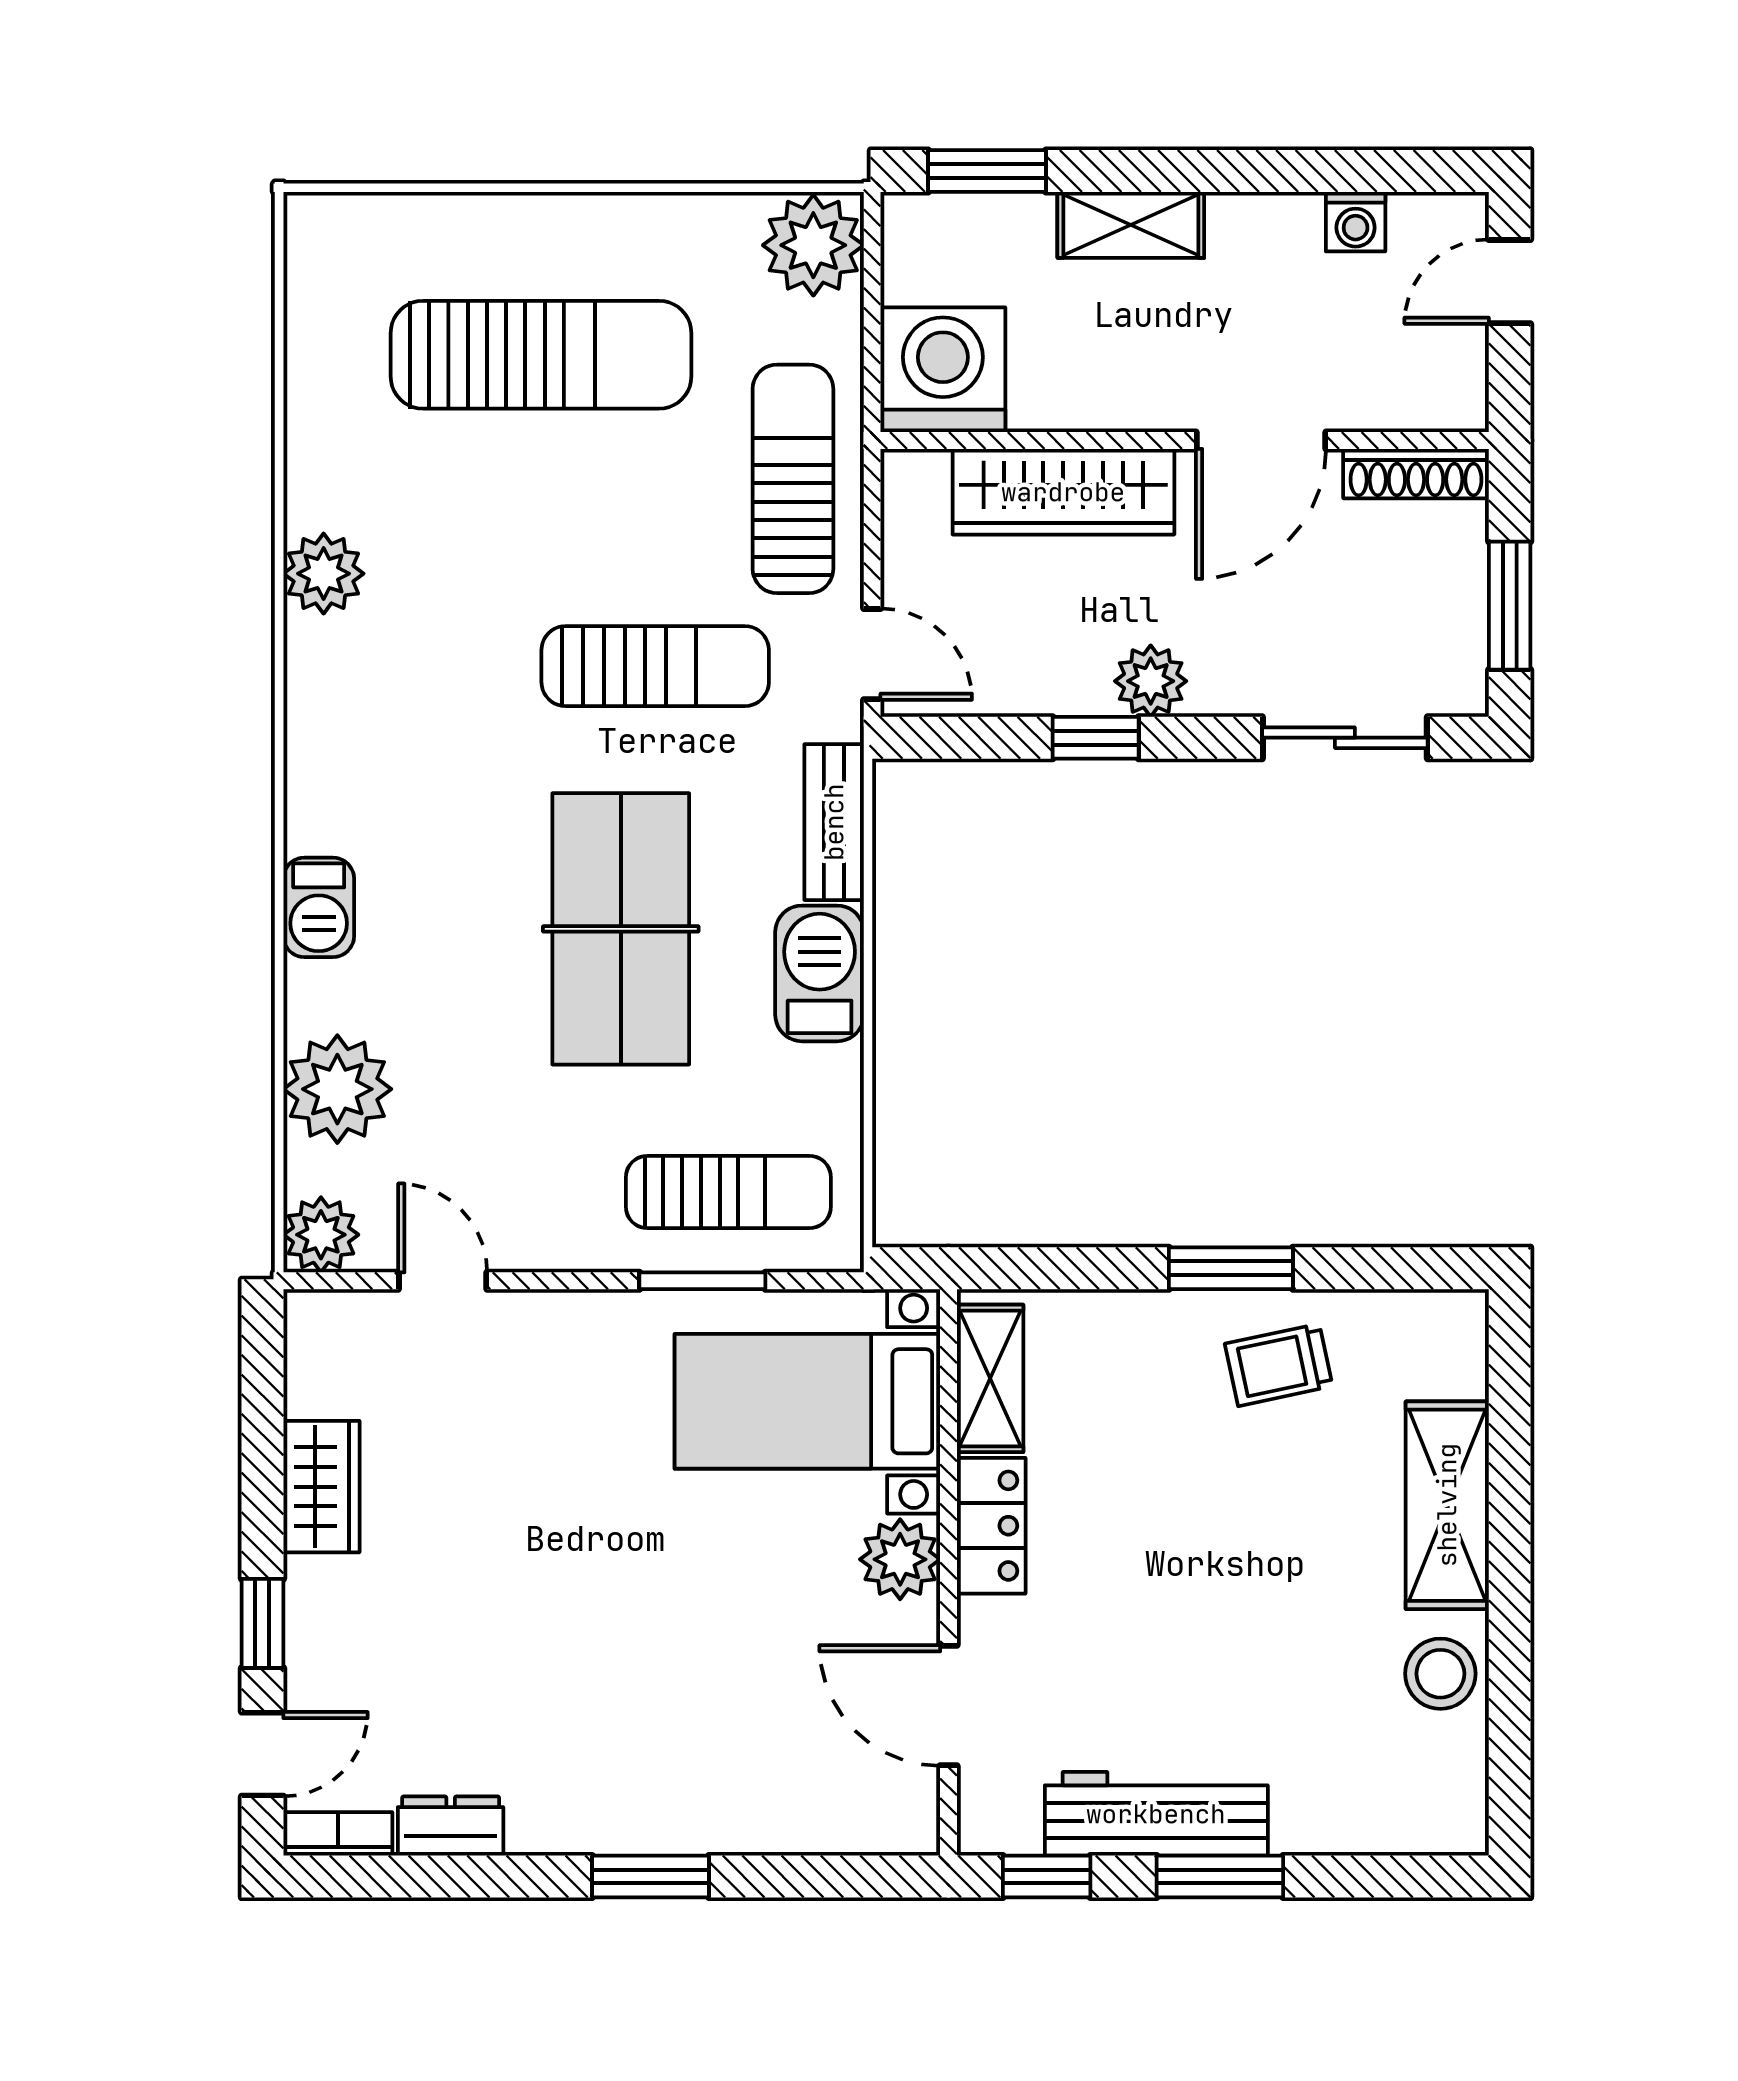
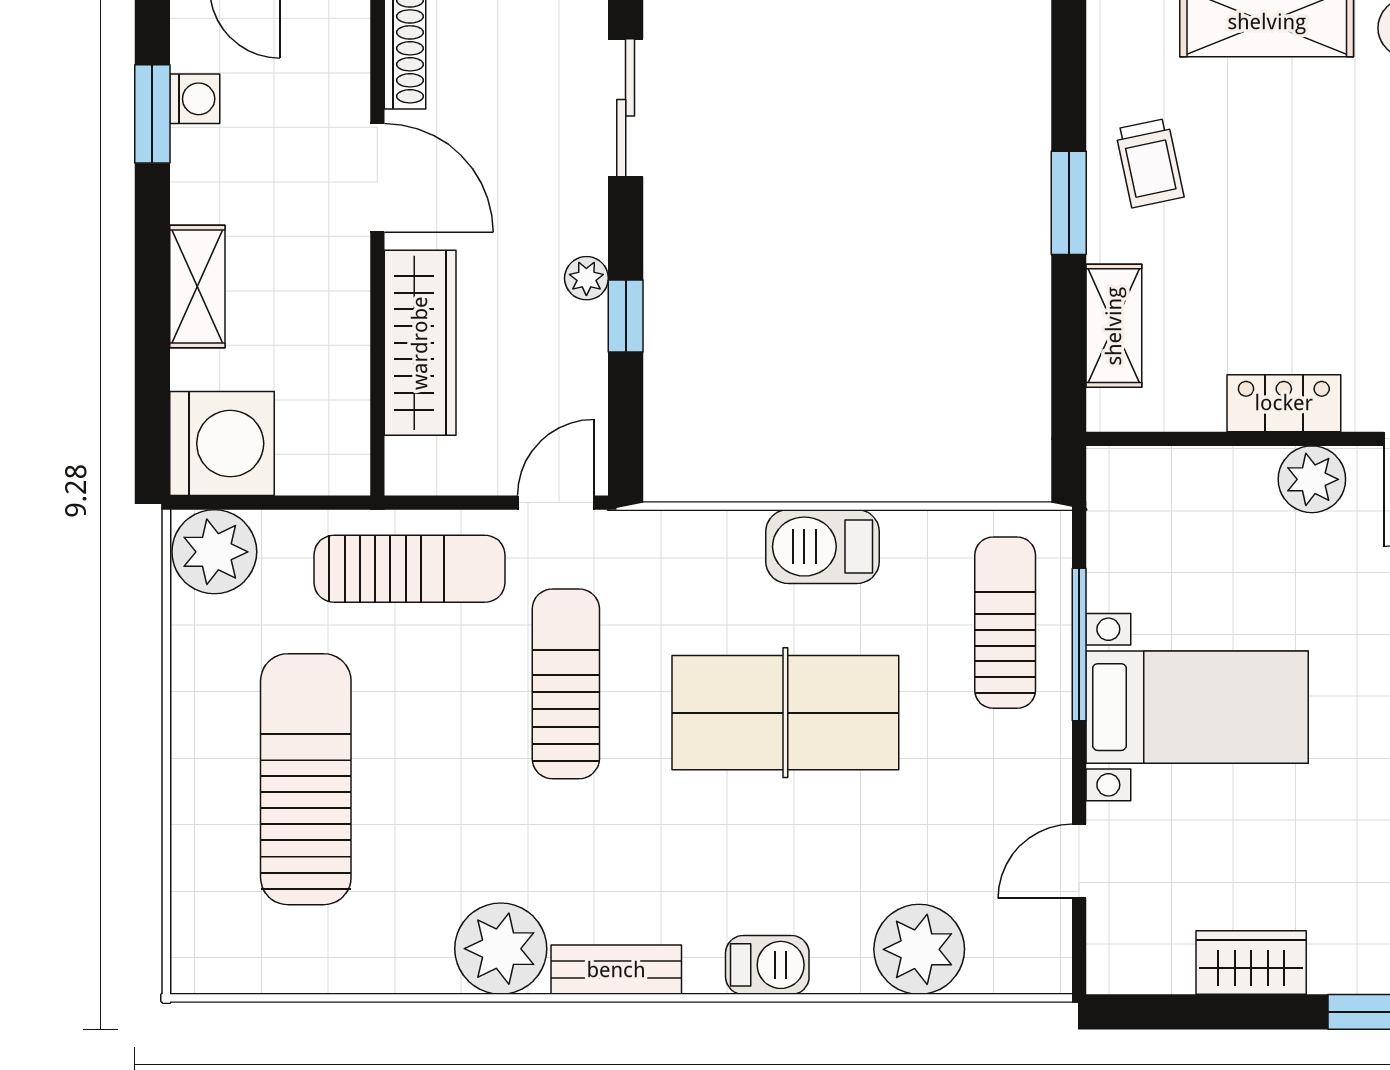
window: (987, 171) -> (152, 114), moved
washing machine: (943, 370) -> (222, 444), moved, turned 180
sun lounger: (793, 479) -> (409, 569), turned 180
plant: (324, 574) -> (501, 949), width x1.36, depth x1.36
plant: (1151, 681) -> (586, 278), width x0.73, depth x0.73
bench: (834, 822) -> (616, 970), moved
plant: (321, 1235) -> (1041, 963), removed
window: (702, 1281) -> (1079, 644), width x1.44
shelving: (990, 1378) -> (1114, 326), moved, turned 90
bed with nightstands: (807, 1401) -> (1197, 707), moved, turned -90

